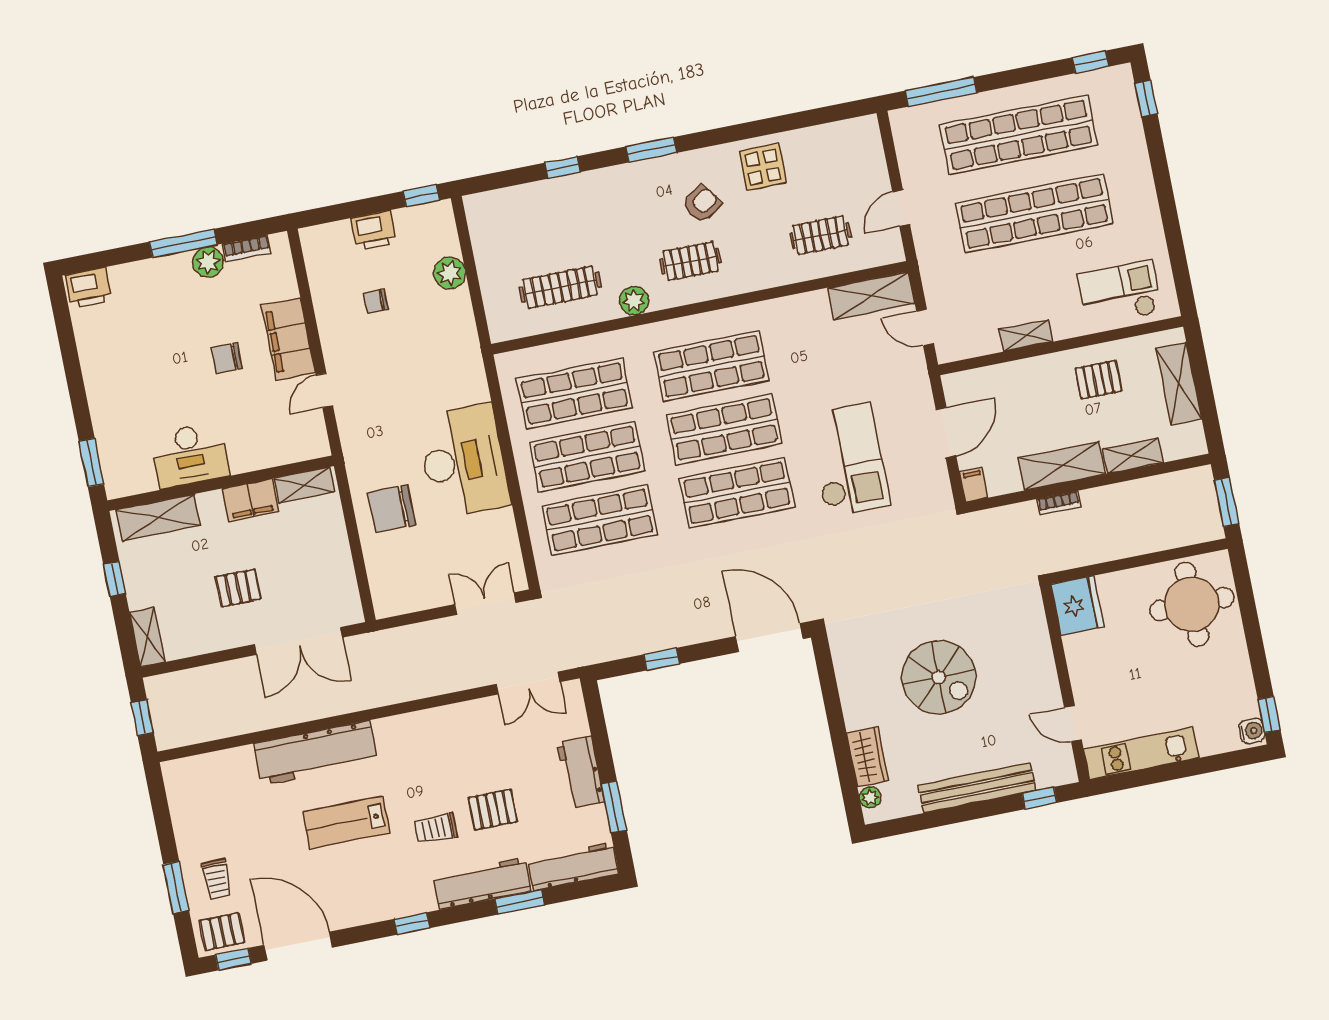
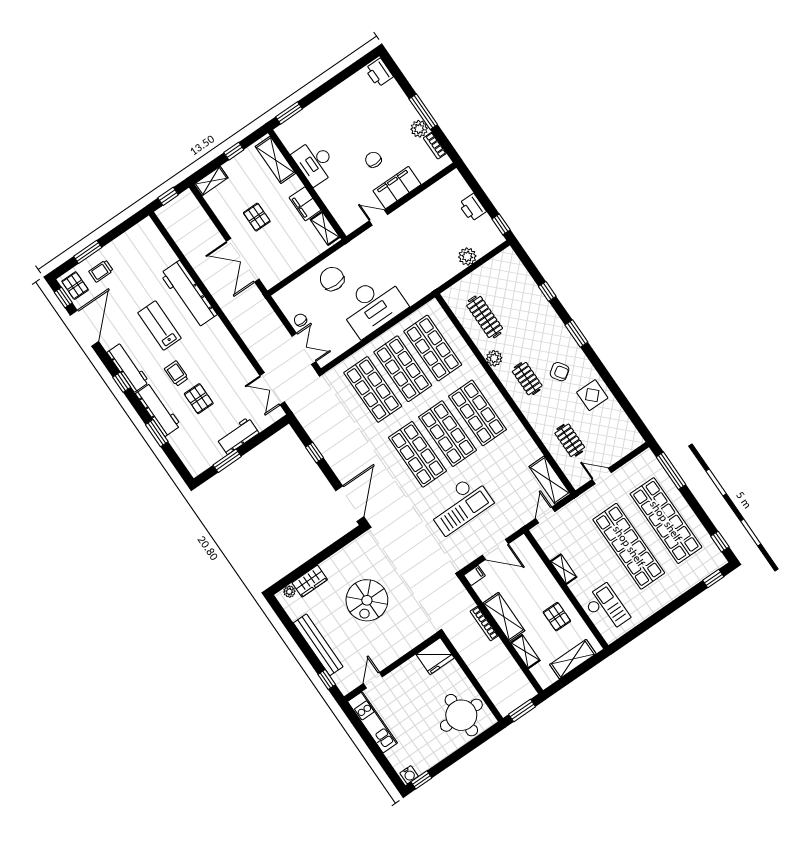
chair: (376, 301) -> (300, 320), moved
bookcase: (1059, 503) -> (484, 624), width x1.56
workbench: (573, 866) -> (128, 367), moved

